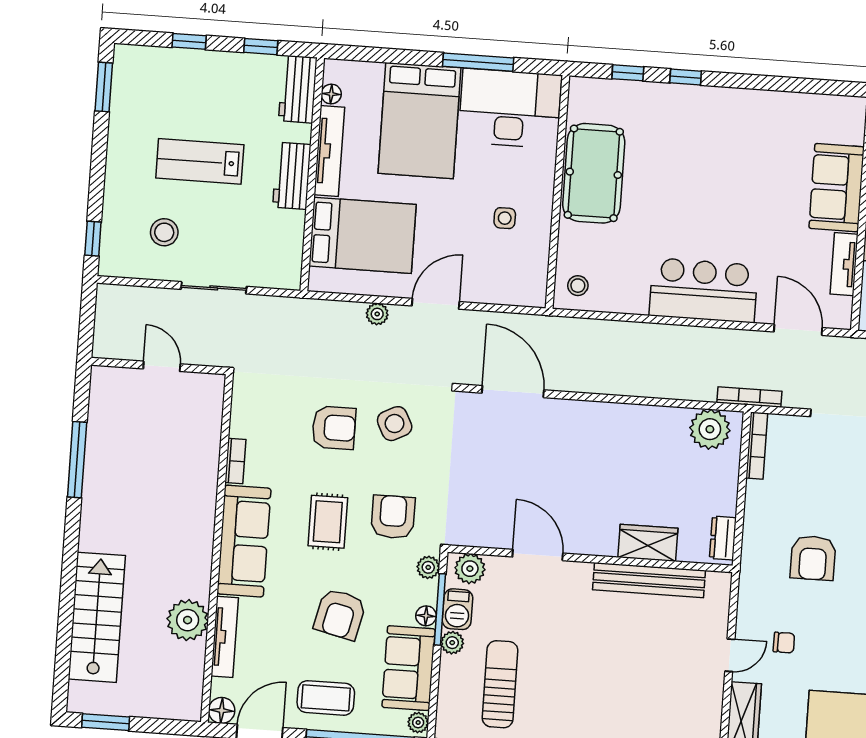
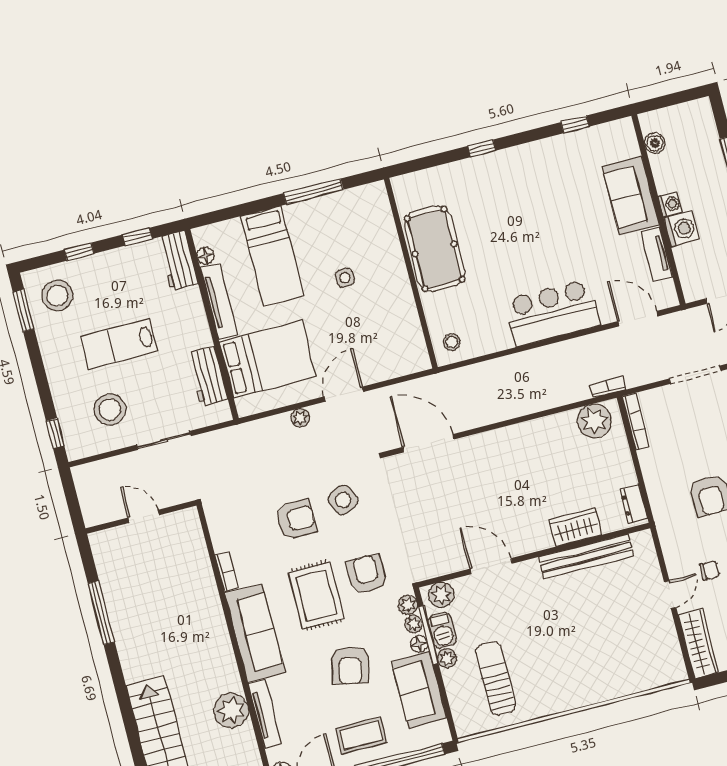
window: (628, 73) -> (575, 124), moved
stool: (148, 83) -> (57, 296), added
desk: (510, 108) -> (351, 220), removed
bed: (420, 121) -> (272, 256), width x0.67
workbench: (292, 176) -> (208, 376), moved
side table: (505, 218) -> (345, 278), moved
stool: (164, 232) -> (110, 409), width x1.38, depth x1.38
bookcase: (749, 397) -> (608, 387), width x0.64
rug: (328, 522) -> (316, 595), width x1.36, depth x1.43
plant: (418, 723) -> (414, 624), moved

